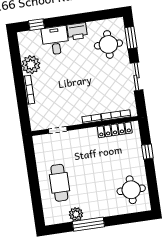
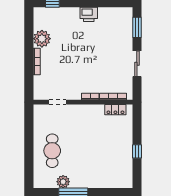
desk: (55, 40) -> (67, 20), removed
round table: (108, 44) -> (116, 31), removed
locker: (115, 130) -> (115, 110), width x0.66
window: (147, 152) -> (137, 151), moved
round table: (131, 190) -> (117, 167), removed

